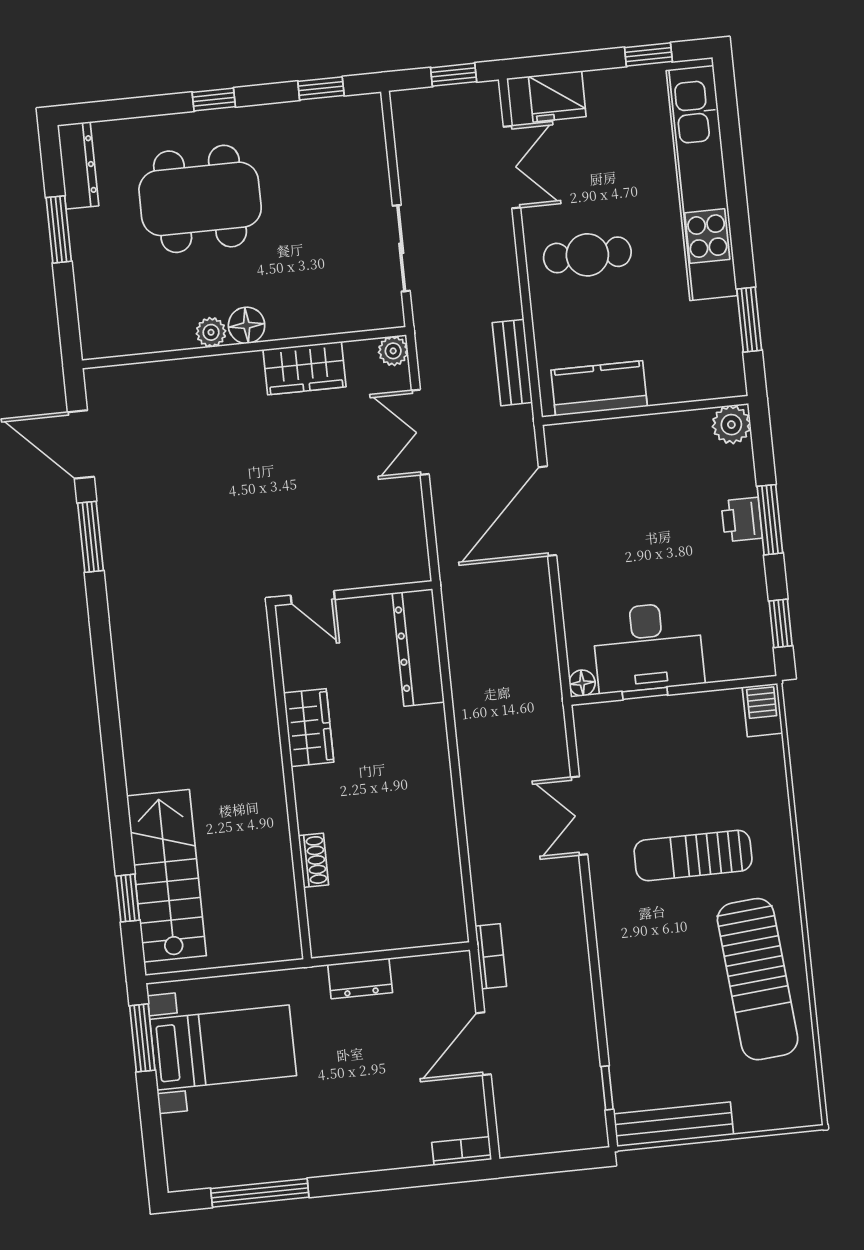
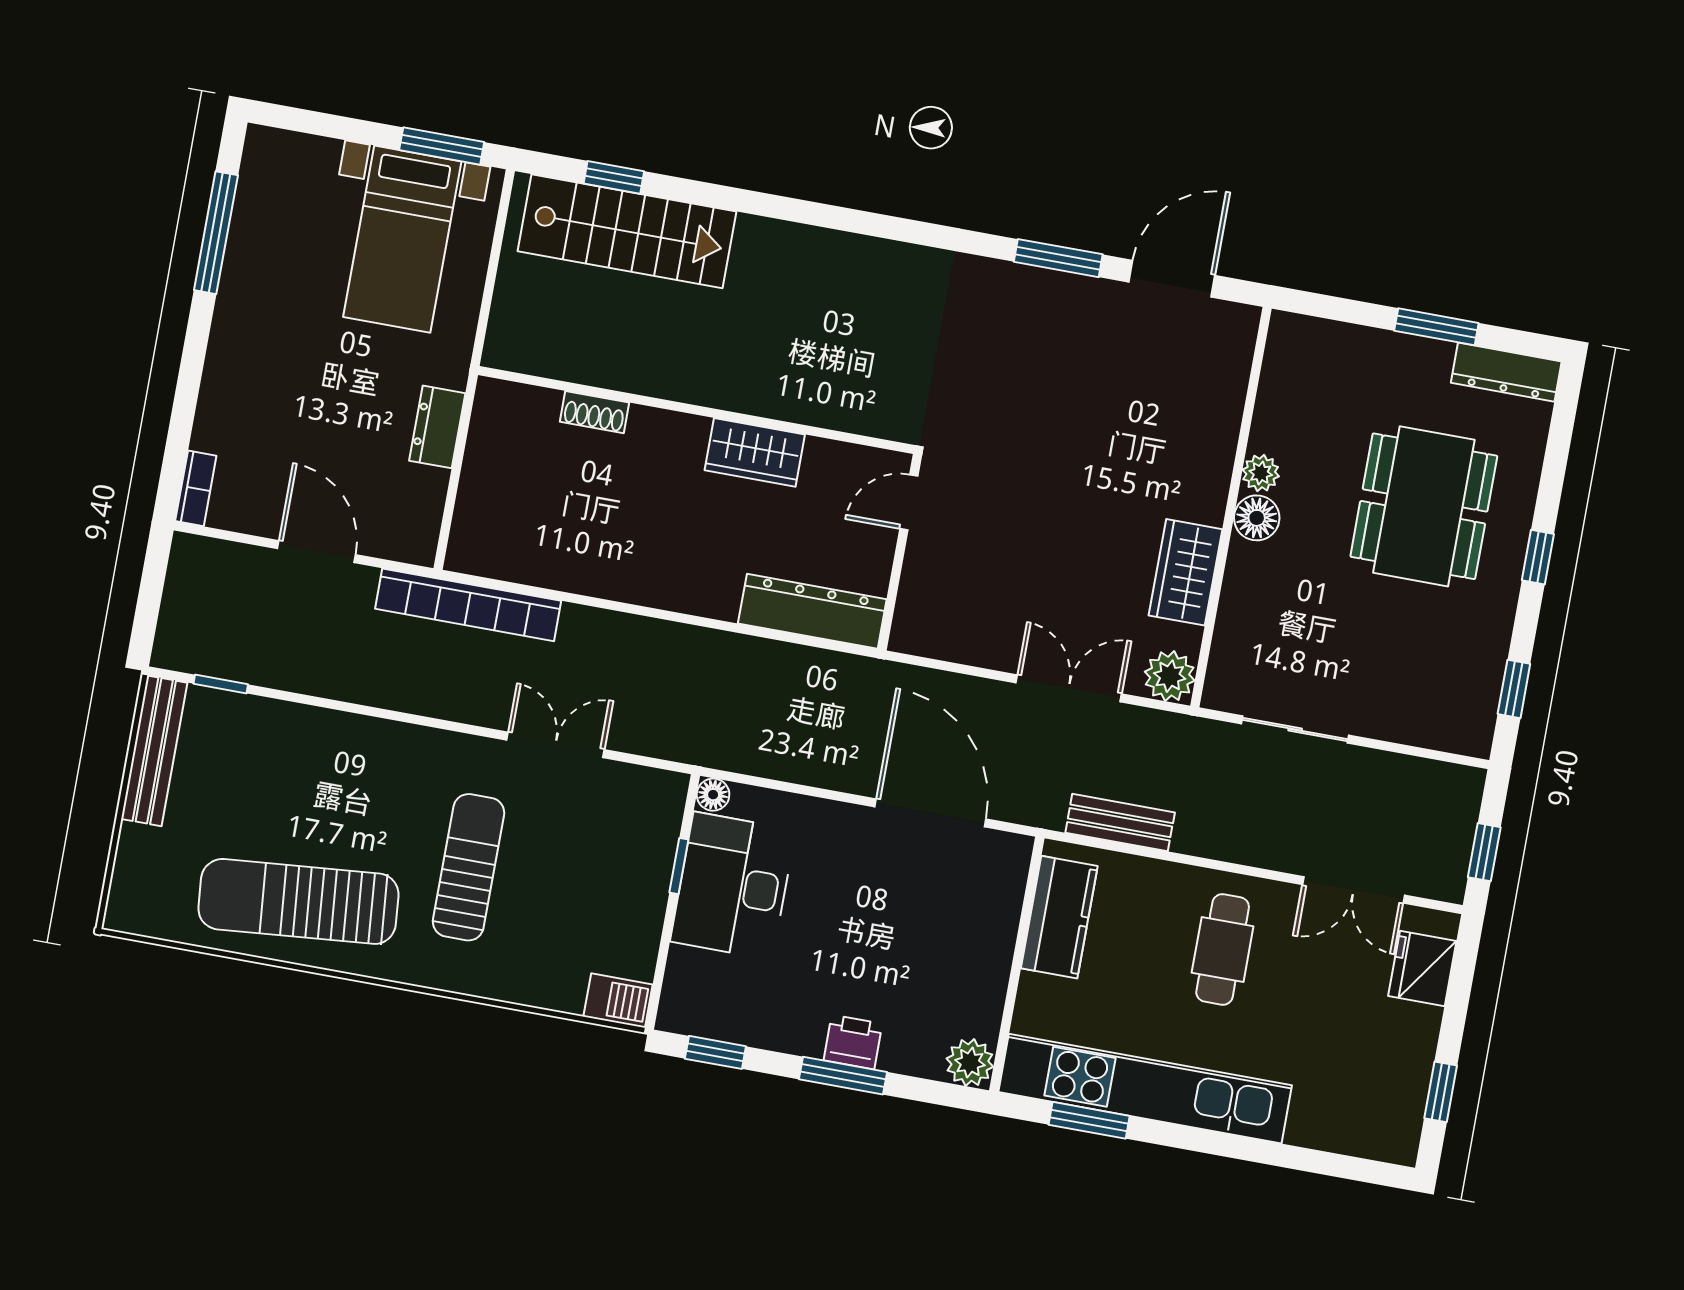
kitchen unit: (702, 183) -> (1145, 1089), moved
plant: (393, 351) -> (1170, 676), width x1.38, depth x1.38
bookcase: (491, 956) -> (468, 605), width x2.31, depth x1.31

